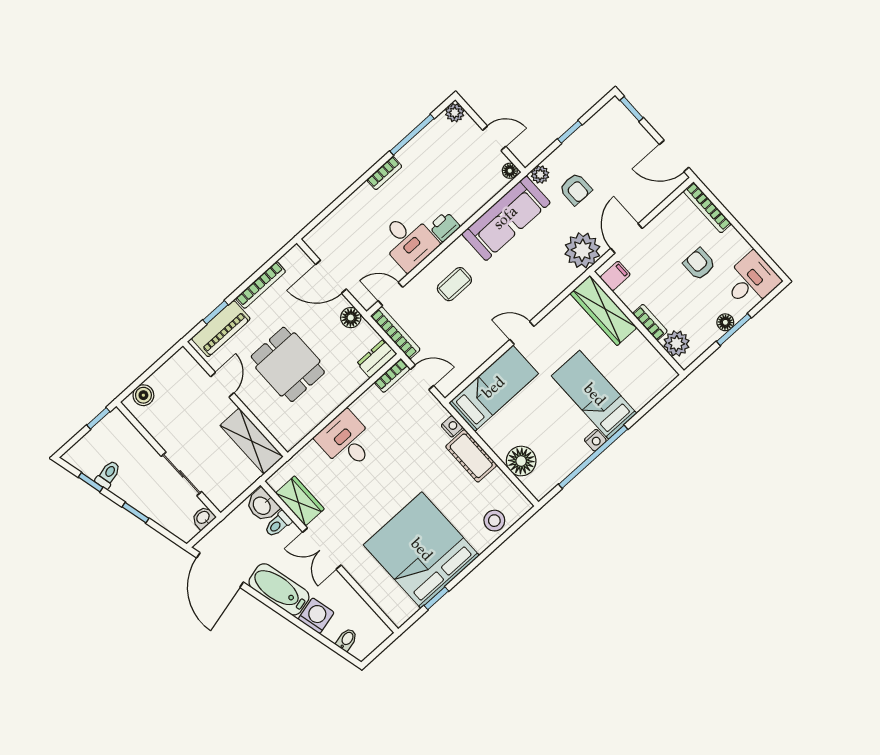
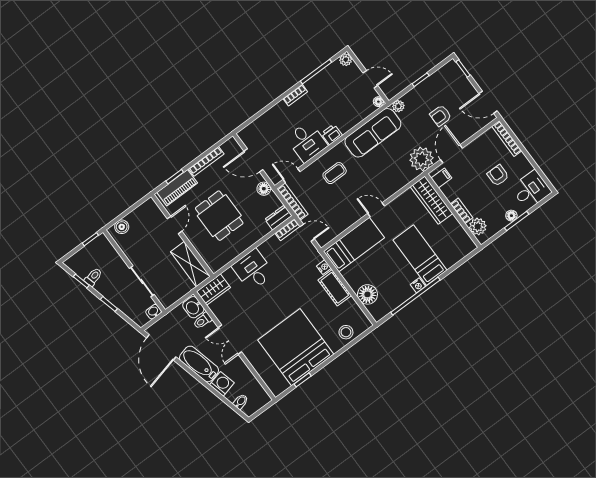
armchair: (576, 189) -> (441, 116), moved, turned 90
wardrobe: (300, 501) -> (213, 289), moved, turned 90

